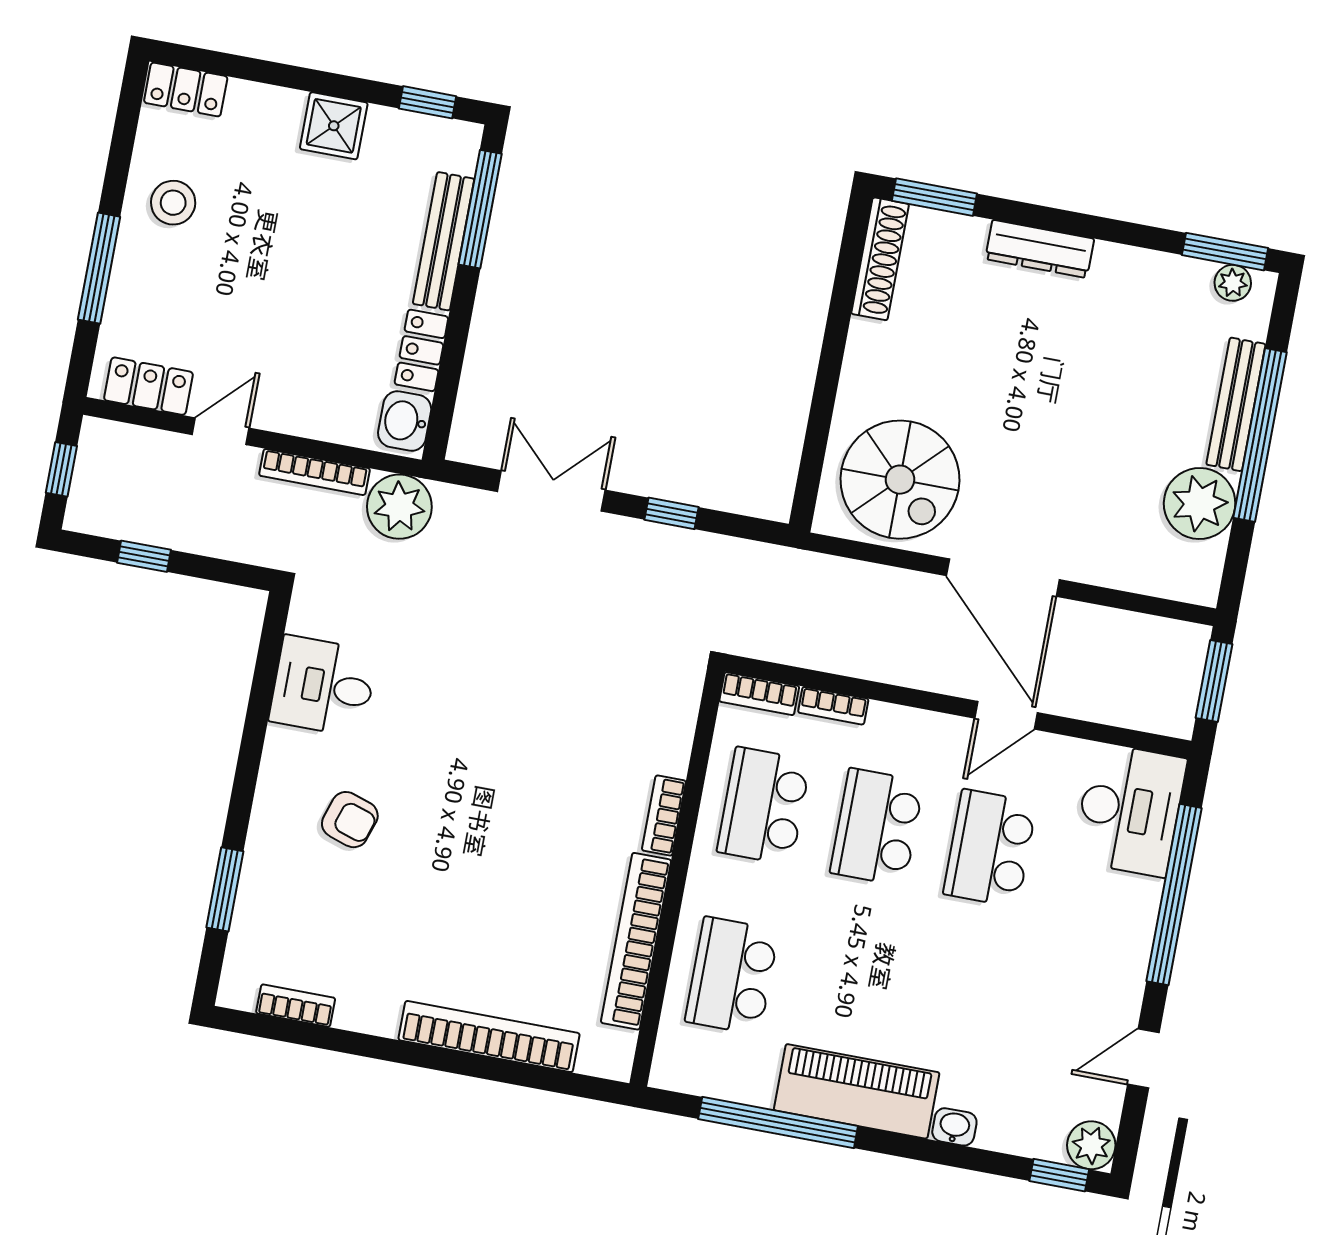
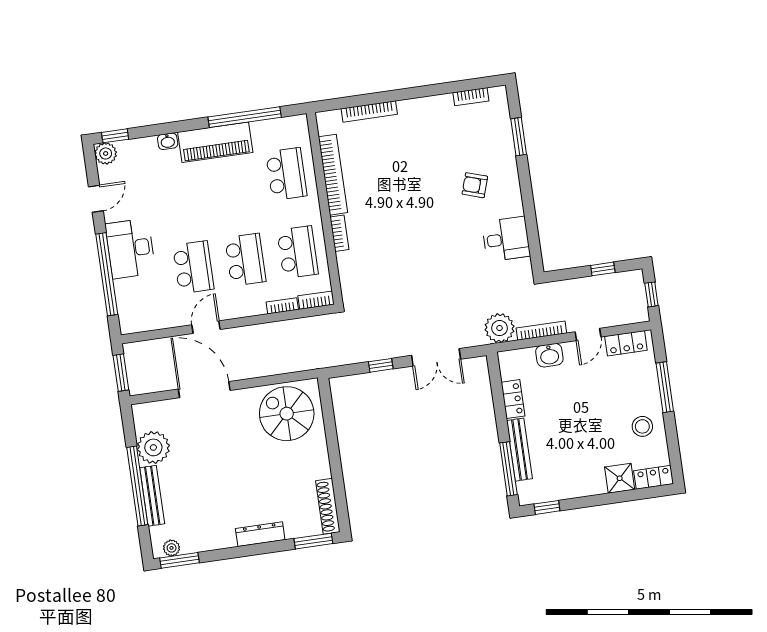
shower: (334, 126) -> (620, 478), moved
washbasin: (405, 421) -> (549, 355), moved, turned 90
door: (1003, 578) -> (204, 390), moved
desk: (1130, 810) -> (130, 249), moved
bookcase: (489, 1037) -> (369, 111), width x0.68, depth x0.76

